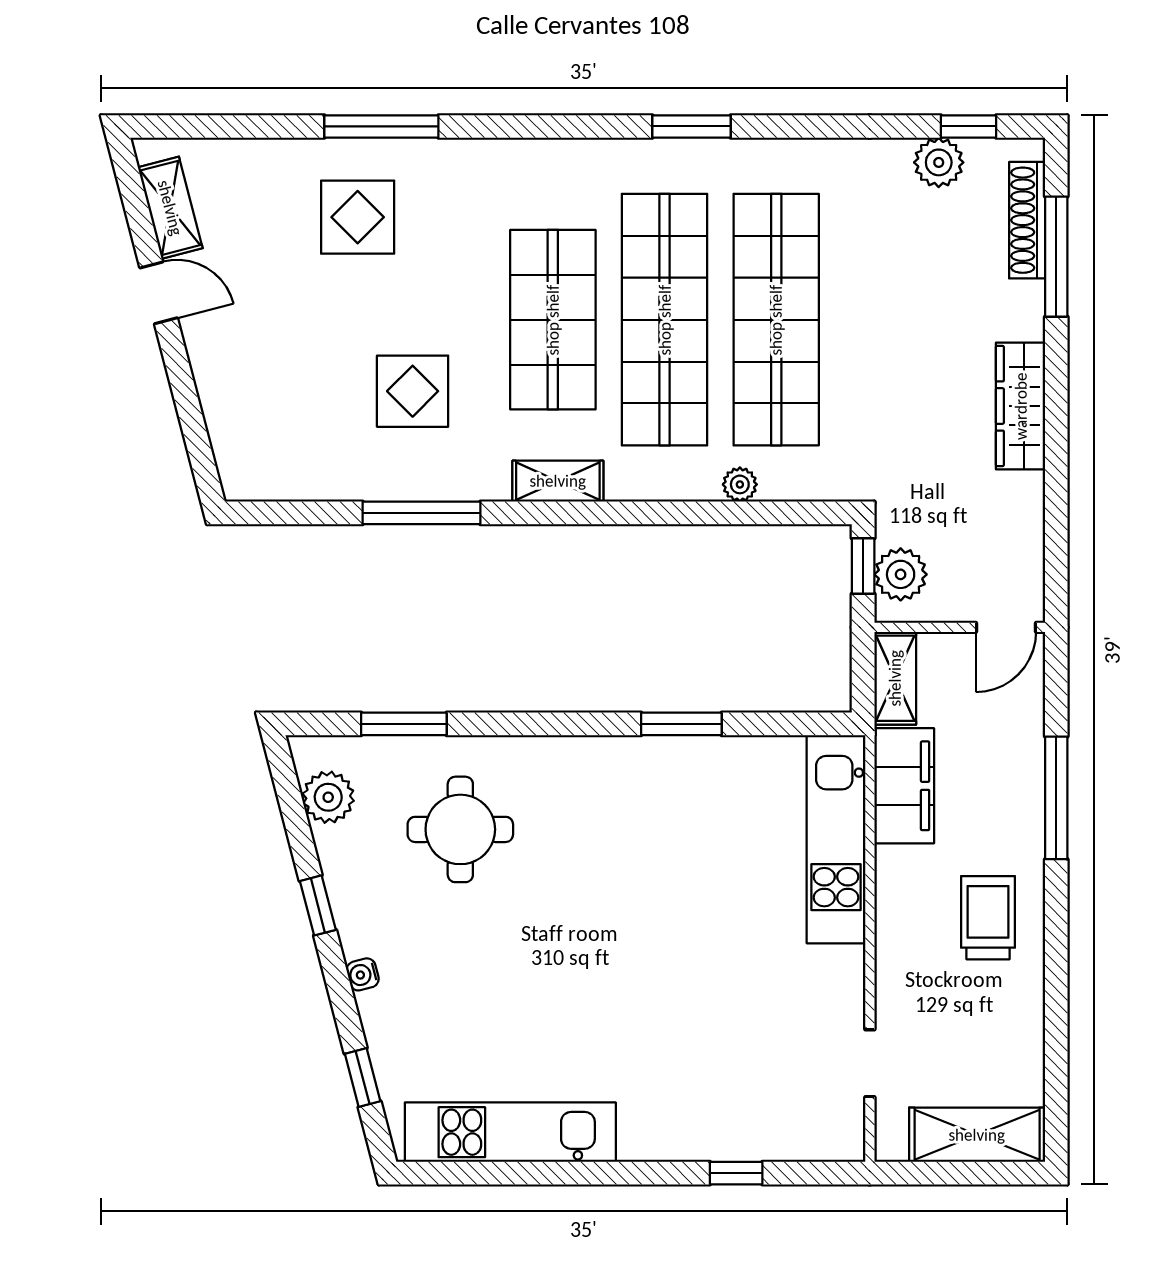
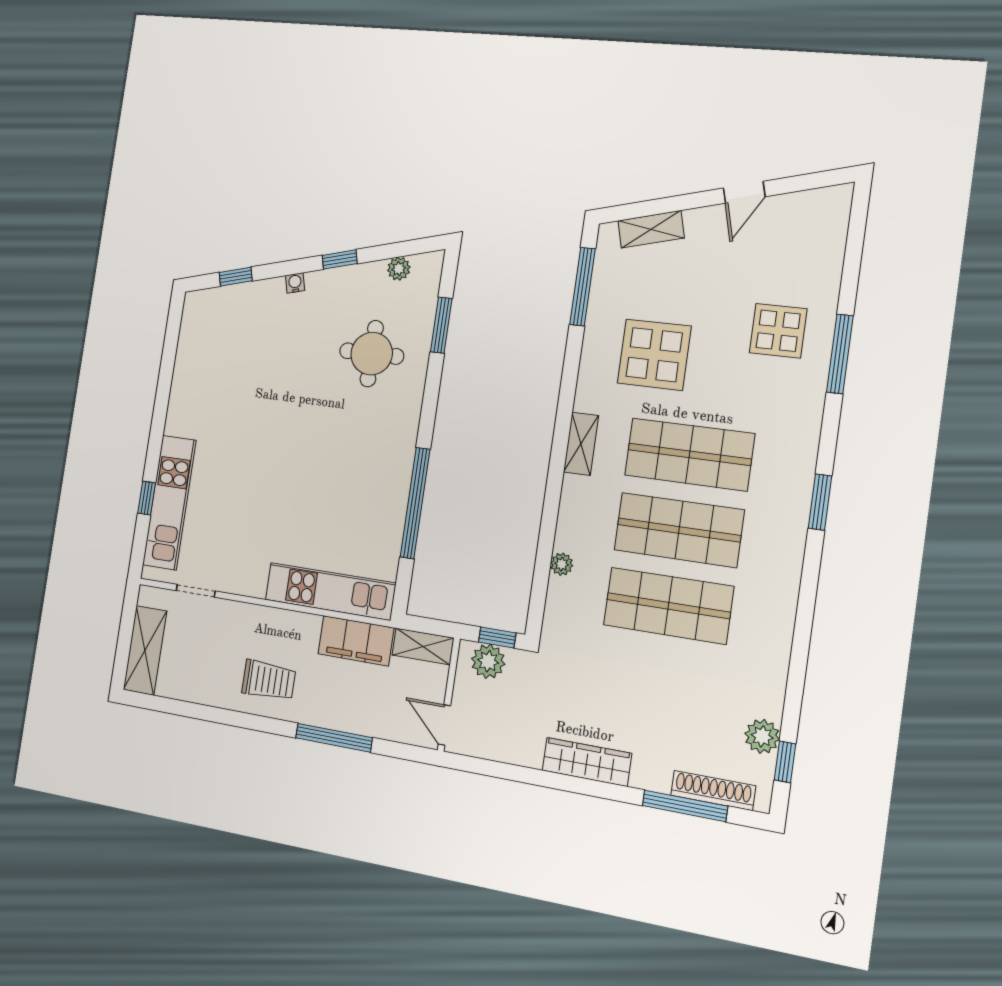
window: (691, 126) -> (820, 502), moved
shelving: (170, 208) -> (651, 229), moved
shop shelf: (665, 320) -> (679, 530), width x0.71
shop shelf: (776, 320) -> (668, 606), width x0.71
display table: (413, 391) -> (654, 355), width x1.36, depth x1.36
window: (422, 513) -> (582, 287), moved
window: (681, 724) -> (415, 503), width x2.11
plant: (328, 797) -> (399, 269), width x0.73, depth x0.73
kitchen unit: (510, 1132) -> (169, 503), moved

